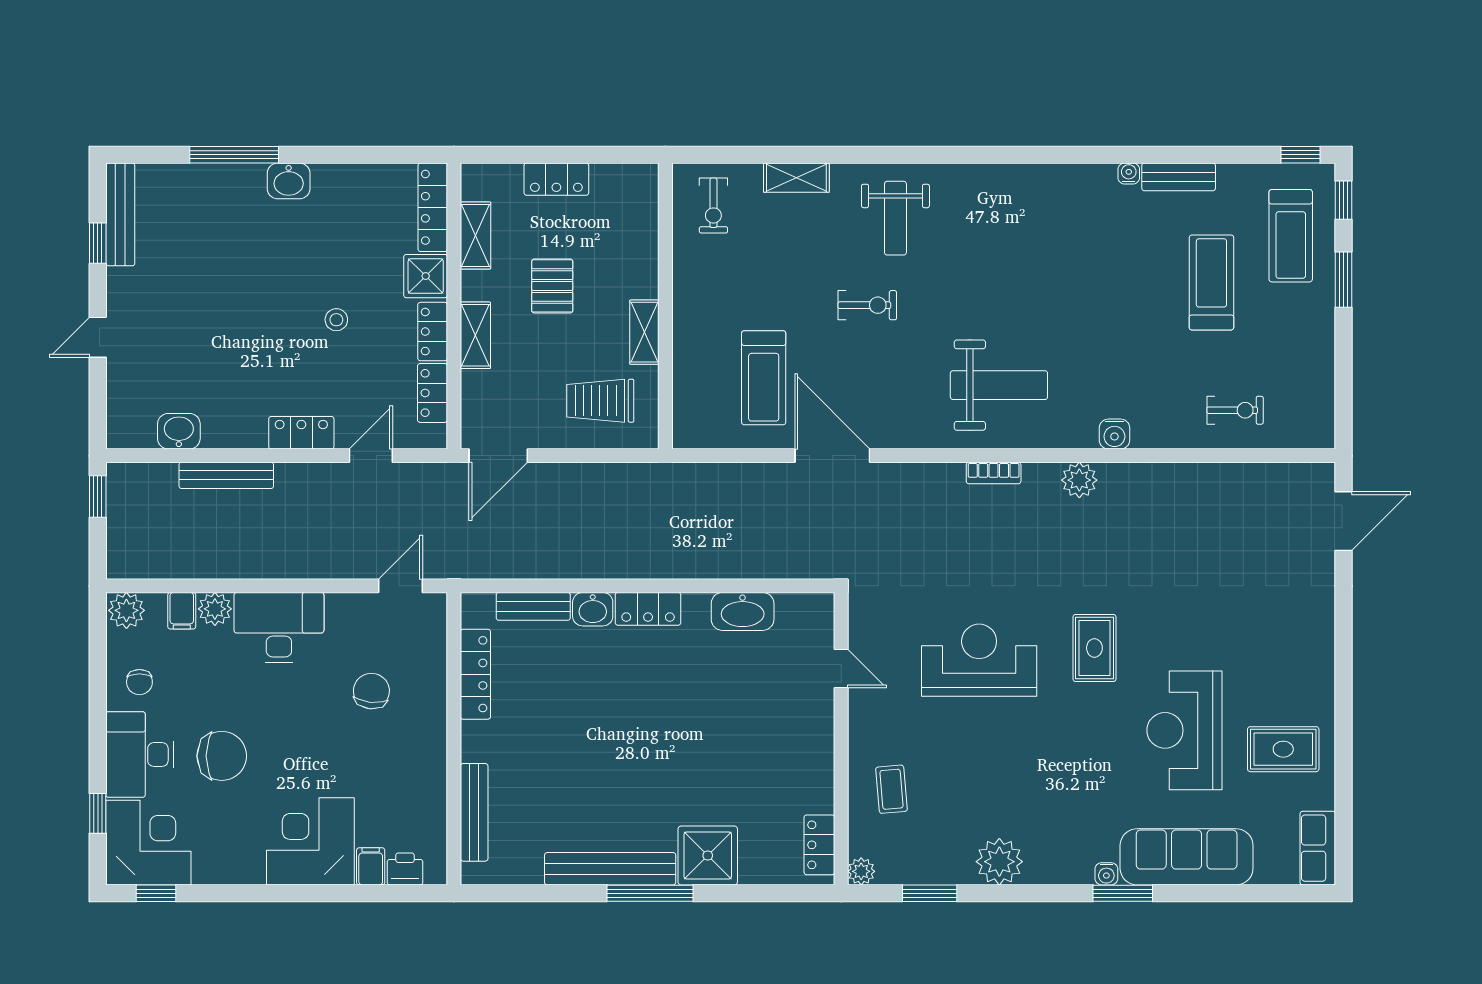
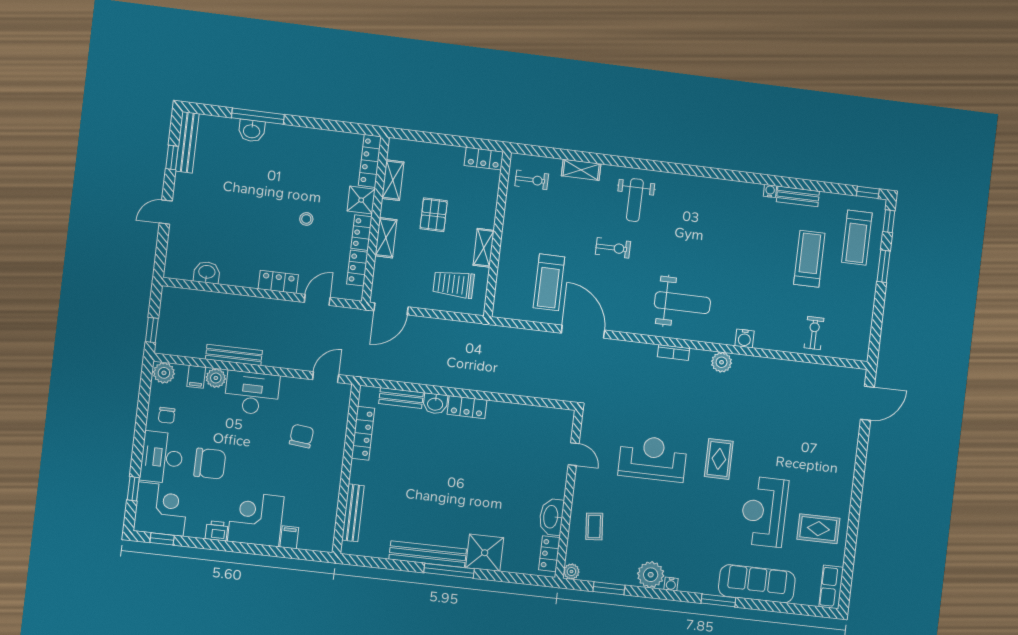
locker: (556, 179) -> (484, 159), moved
washbasin: (289, 181) -> (252, 131), moved
exercise bike: (713, 206) -> (532, 180), turned -90
exercise bike: (1235, 410) -> (814, 333), turned -90
bench: (226, 475) -> (234, 355), moved
window: (98, 496) -> (152, 330), moved
washbasin: (743, 611) -> (551, 517), moved, turned 90
printer: (405, 869) -> (217, 531), moved
water cooler: (1106, 874) -> (671, 584), moved

